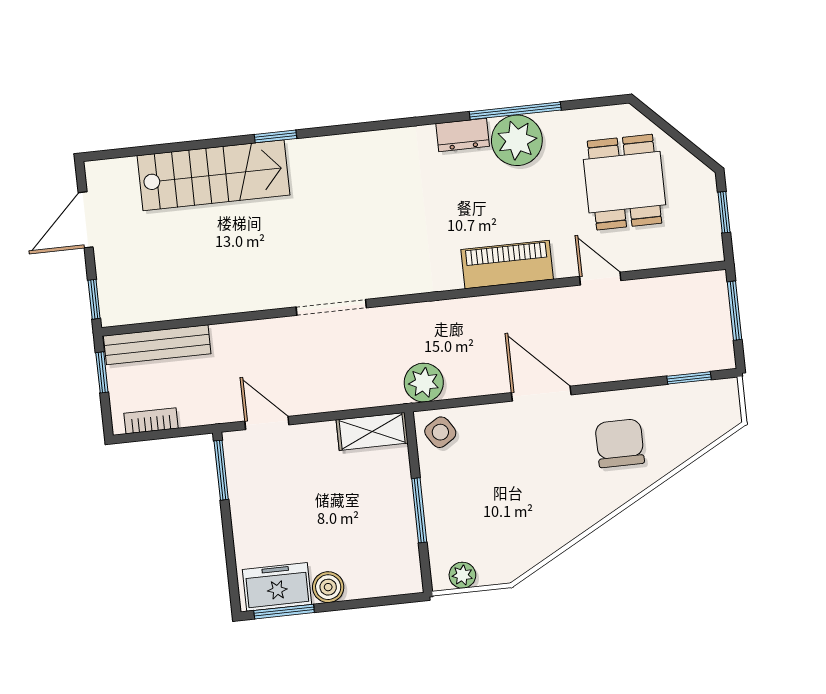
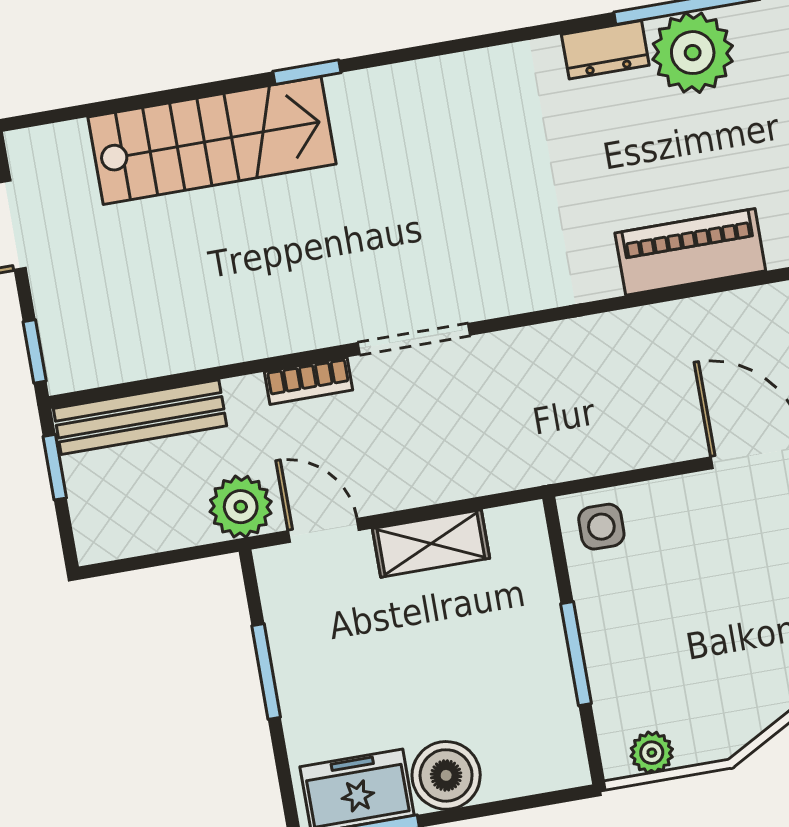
plant: (424, 383) -> (241, 507), moved
bookcase: (151, 421) -> (309, 381), moved, turned 180
shelving: (372, 431) -> (431, 543), moved
side table: (440, 432) -> (601, 527), turned 33
window: (221, 470) -> (266, 671), moved
boiler: (328, 587) -> (446, 775), width x1.36, depth x1.36

